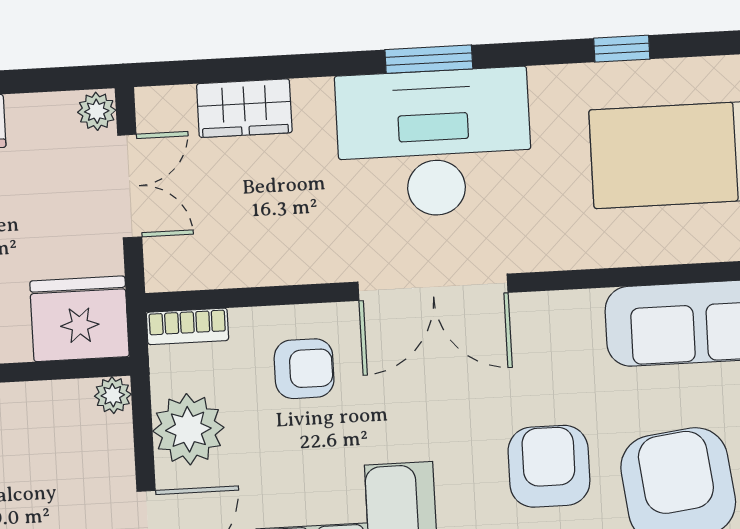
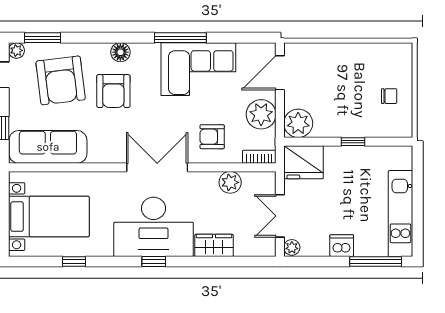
window: (429, 59) -> (154, 261), width x0.67
wardrobe: (244, 108) -> (214, 245), moved
plant: (254, 261) -> (230, 182), added
plant: (113, 395) -> (298, 123), width x1.88, depth x1.88

